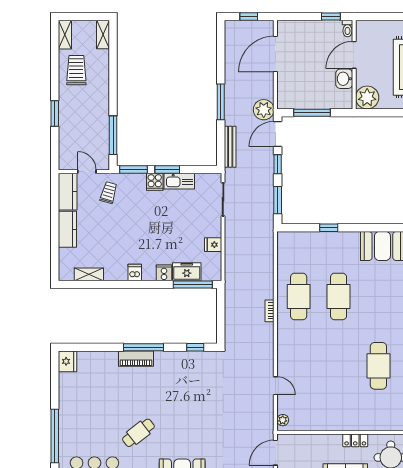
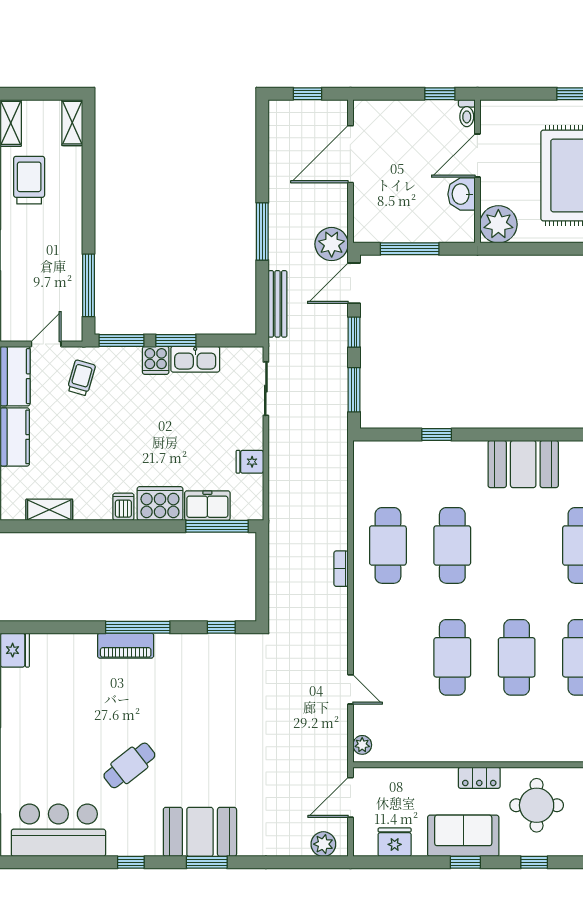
door: (87, 172) -> (46, 344), hinge flipped
cooker: (164, 273) -> (160, 503), width x1.87, depth x1.31
cafe table: (339, 366) -> (452, 657), added

